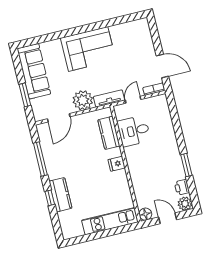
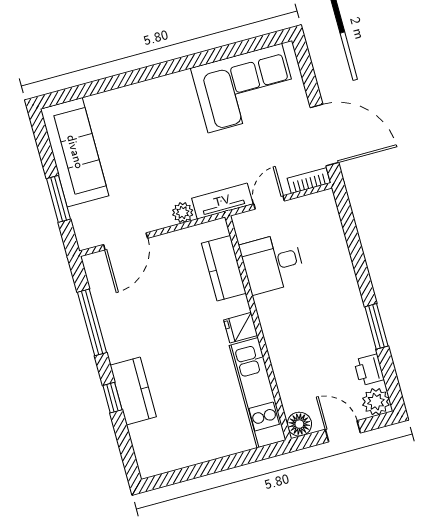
corner sofa: (88, 49) -> (245, 88), moved
door: (162, 66) -> (324, 135), width x1.36
plant: (83, 100) -> (183, 212), width x0.53, depth x0.53
kitchen unit: (110, 221) -> (258, 393), moved, turned -90

